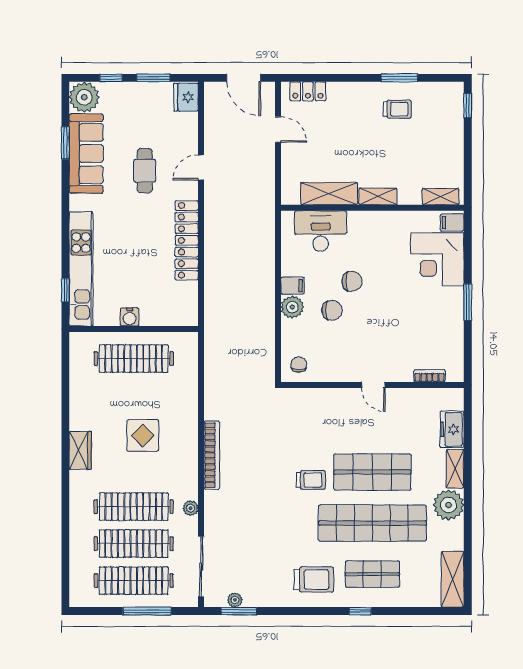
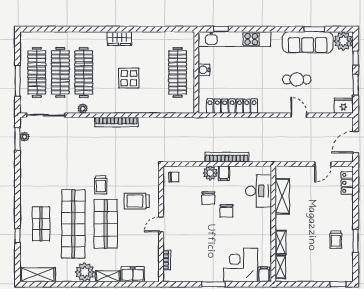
shelving: (378, 196) -> (280, 242), moved
locker: (187, 240) -> (232, 106), moved
bookcase: (267, 281) -> (227, 157), added
trolley: (314, 580) -> (137, 201), moved, turned 90
window: (360, 611) -> (17, 236), moved

